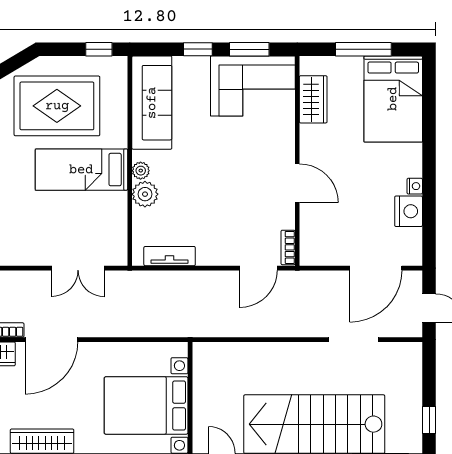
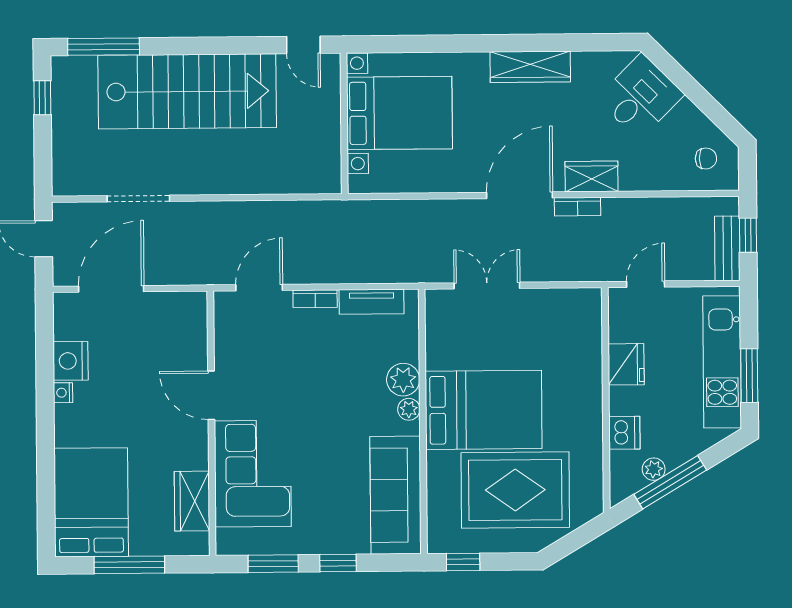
corner sofa: (253, 86) -> (253, 474), moved, turned 90
bed: (81, 170) -> (484, 410), width x1.50
bookcase: (288, 247) -> (315, 299), moved, turned 90

